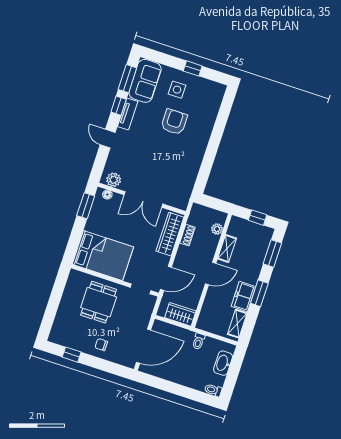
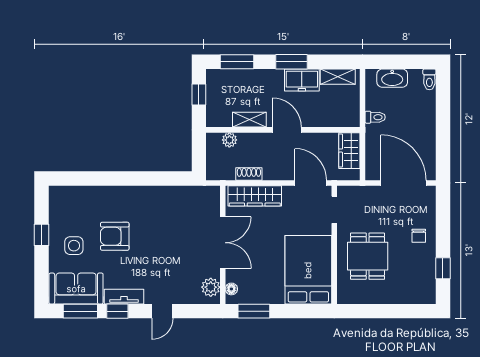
dining table: (99, 302) -> (368, 256), turned 90

